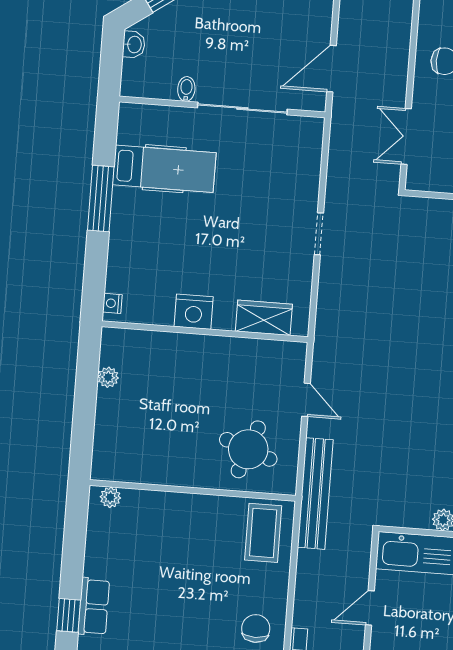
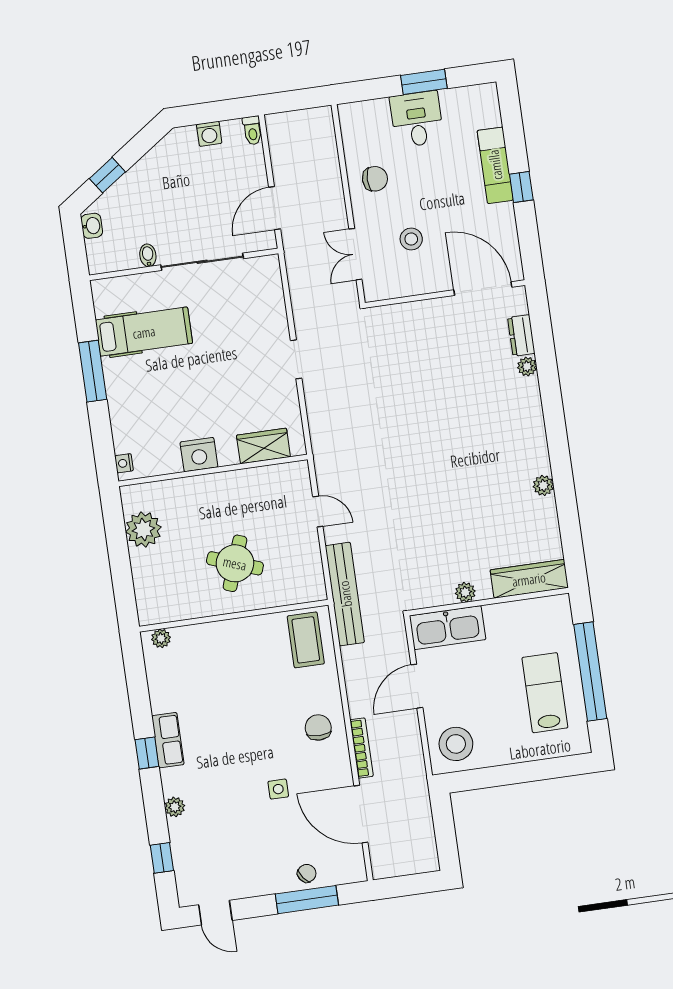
plant: (108, 377) -> (143, 530), width x1.88, depth x1.88
round table: (248, 449) -> (235, 563), moved
door: (370, 608) -> (417, 686), width x1.38

